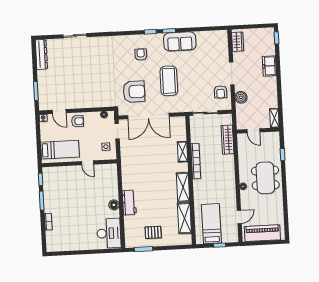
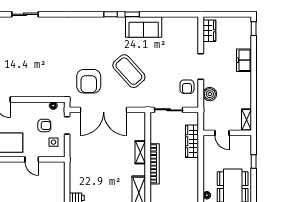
armchair: (141, 55) -> (99, 40), removed
coffee table: (169, 81) -> (129, 71), turned -42
armchair: (134, 92) -> (89, 81), turned 90
armchair: (78, 121) -> (44, 125), moved

